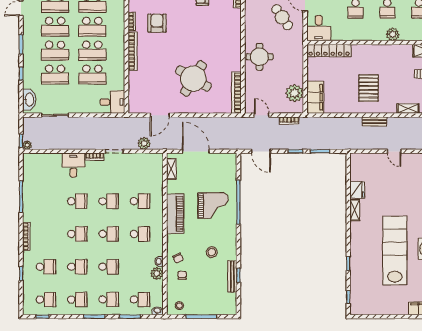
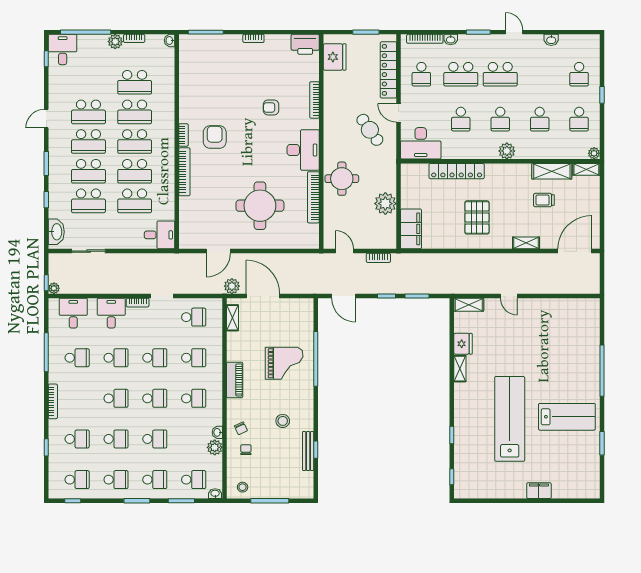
desk: (319, 28) -> (421, 143), width x1.37
desk: (228, 34) -> (303, 150), added
locker: (329, 51) -> (457, 171), moved
round table: (193, 79) -> (260, 206), turned -31
bookcase: (237, 93) -> (313, 197), moved
plant: (295, 93) -> (385, 204), moved
bench: (374, 121) -> (484, 259), removed
plant: (144, 143) -> (232, 286), moved
shelving: (362, 158) -> (469, 305), added
desk: (43, 165) -> (73, 313), added
school desk: (140, 168) -> (194, 317), added
school desk: (46, 201) -> (77, 358), added
piano: (175, 214) -> (235, 380), width x0.73, depth x0.75

